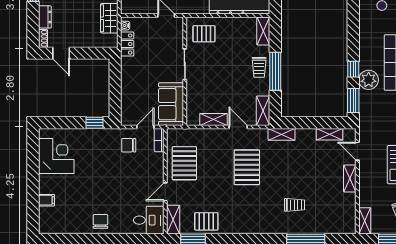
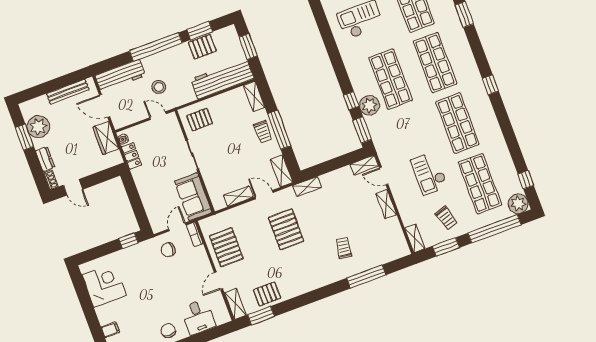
shelving: (329, 134) -> (364, 165), moved
trolley: (295, 205) -> (344, 248), turned -81
desk: (149, 220) -> (198, 317), moved, turned 90

